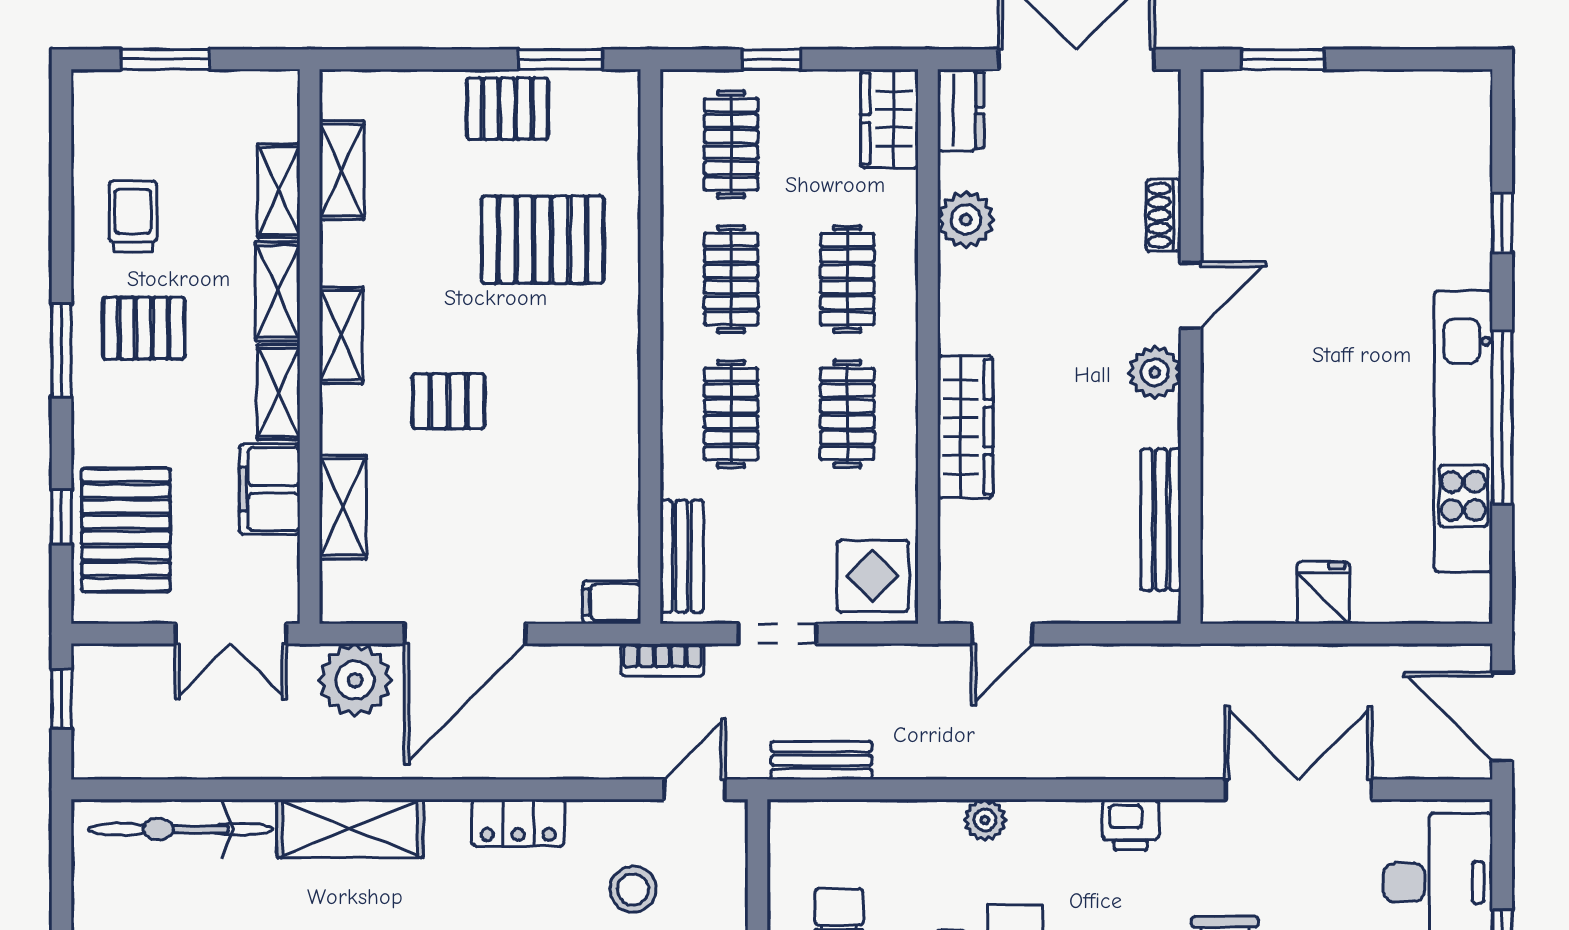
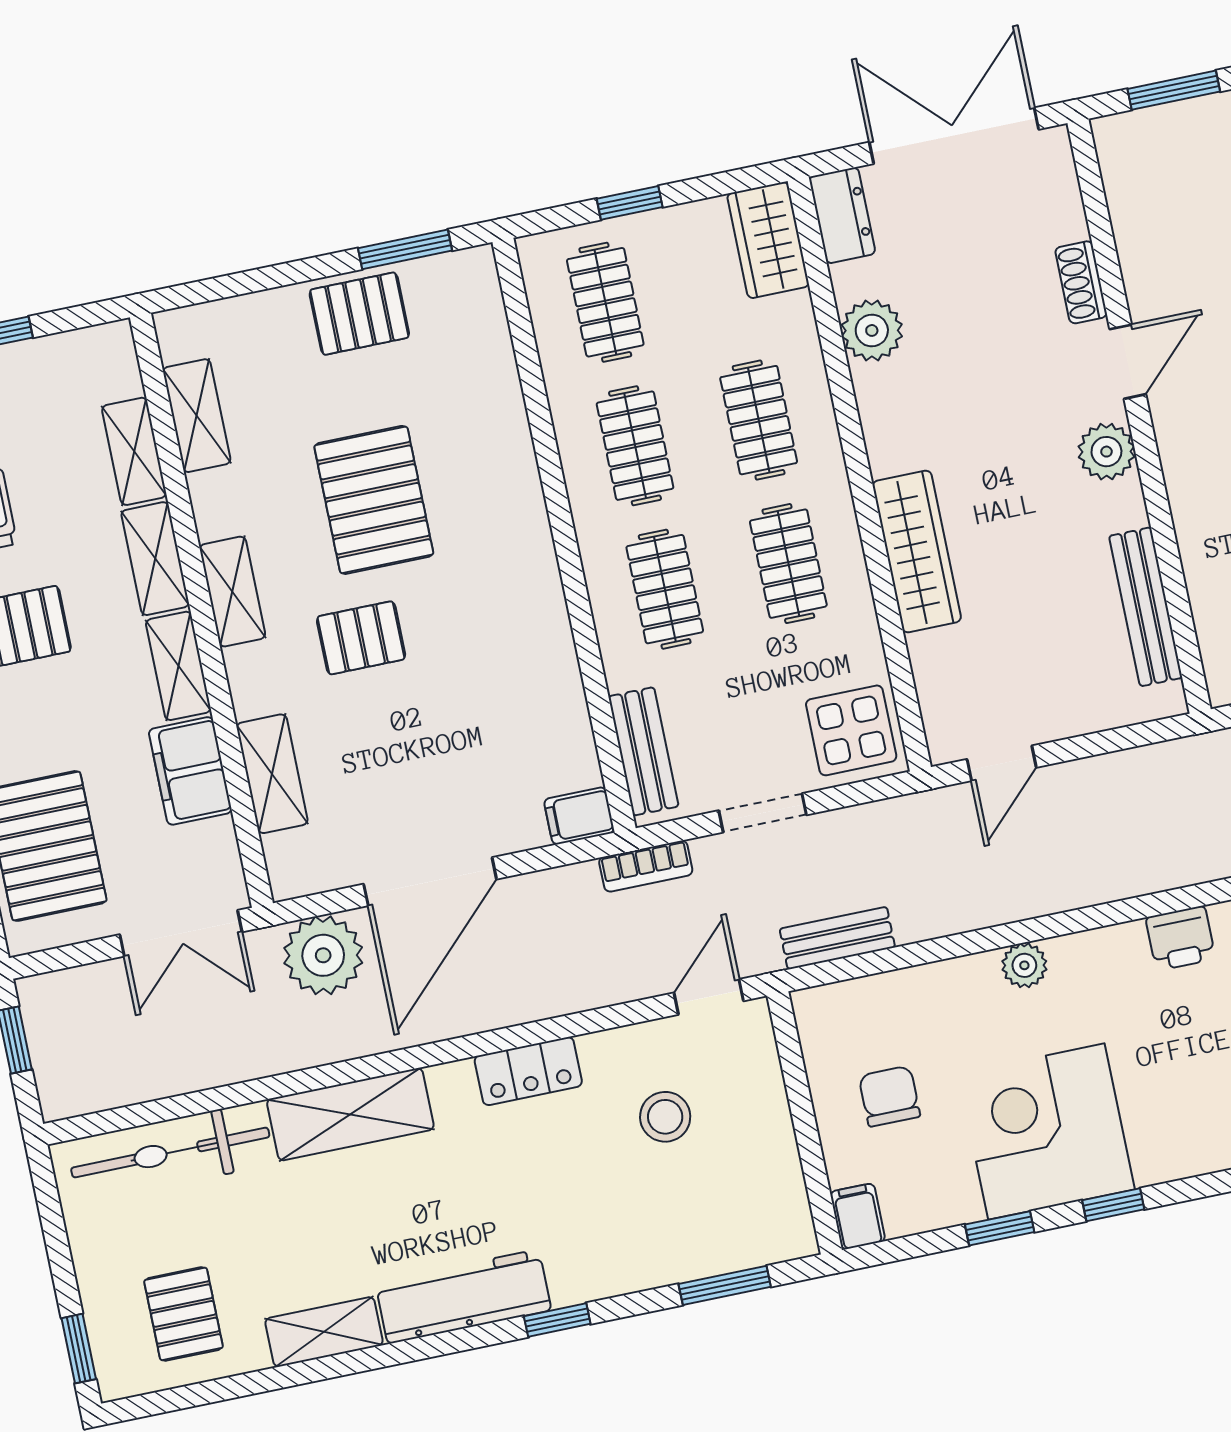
pallet: (543, 240) -> (374, 500), moved, turned 90

